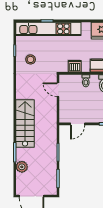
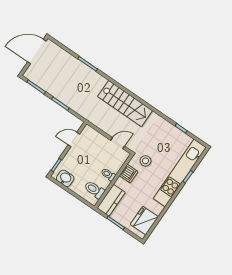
stool: (31, 59) -> (145, 161), moved
stairs: (25, 124) -> (125, 104), moved
door: (78, 124) -> (74, 139), hinge flipped
plant: (22, 167) -> (70, 61), removed

